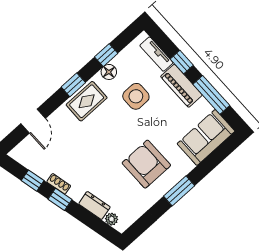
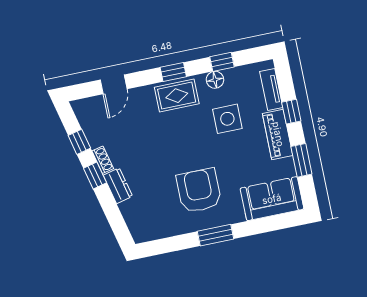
window: (211, 95) -> (301, 160), width x0.69
dresser: (94, 205) -> (118, 186), moved
plant: (112, 219) -> (134, 224), removed

